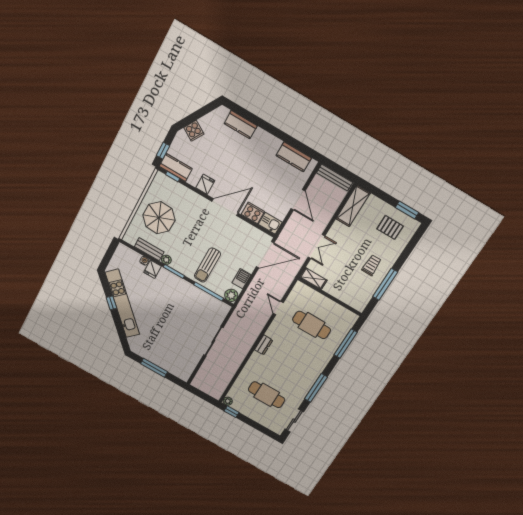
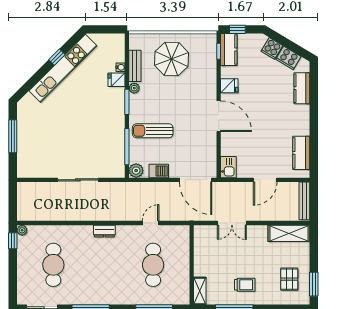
cooker: (253, 213) -> (288, 58), moved, turned 121
shelving: (313, 278) -> (200, 291), moved

